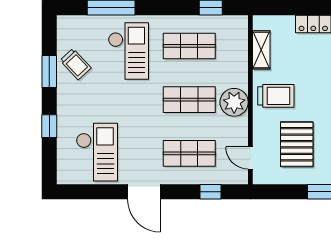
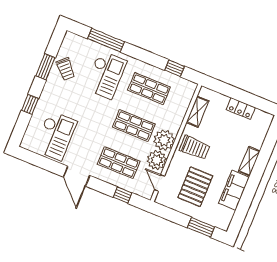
plant: (235, 131) -> (157, 160), added

